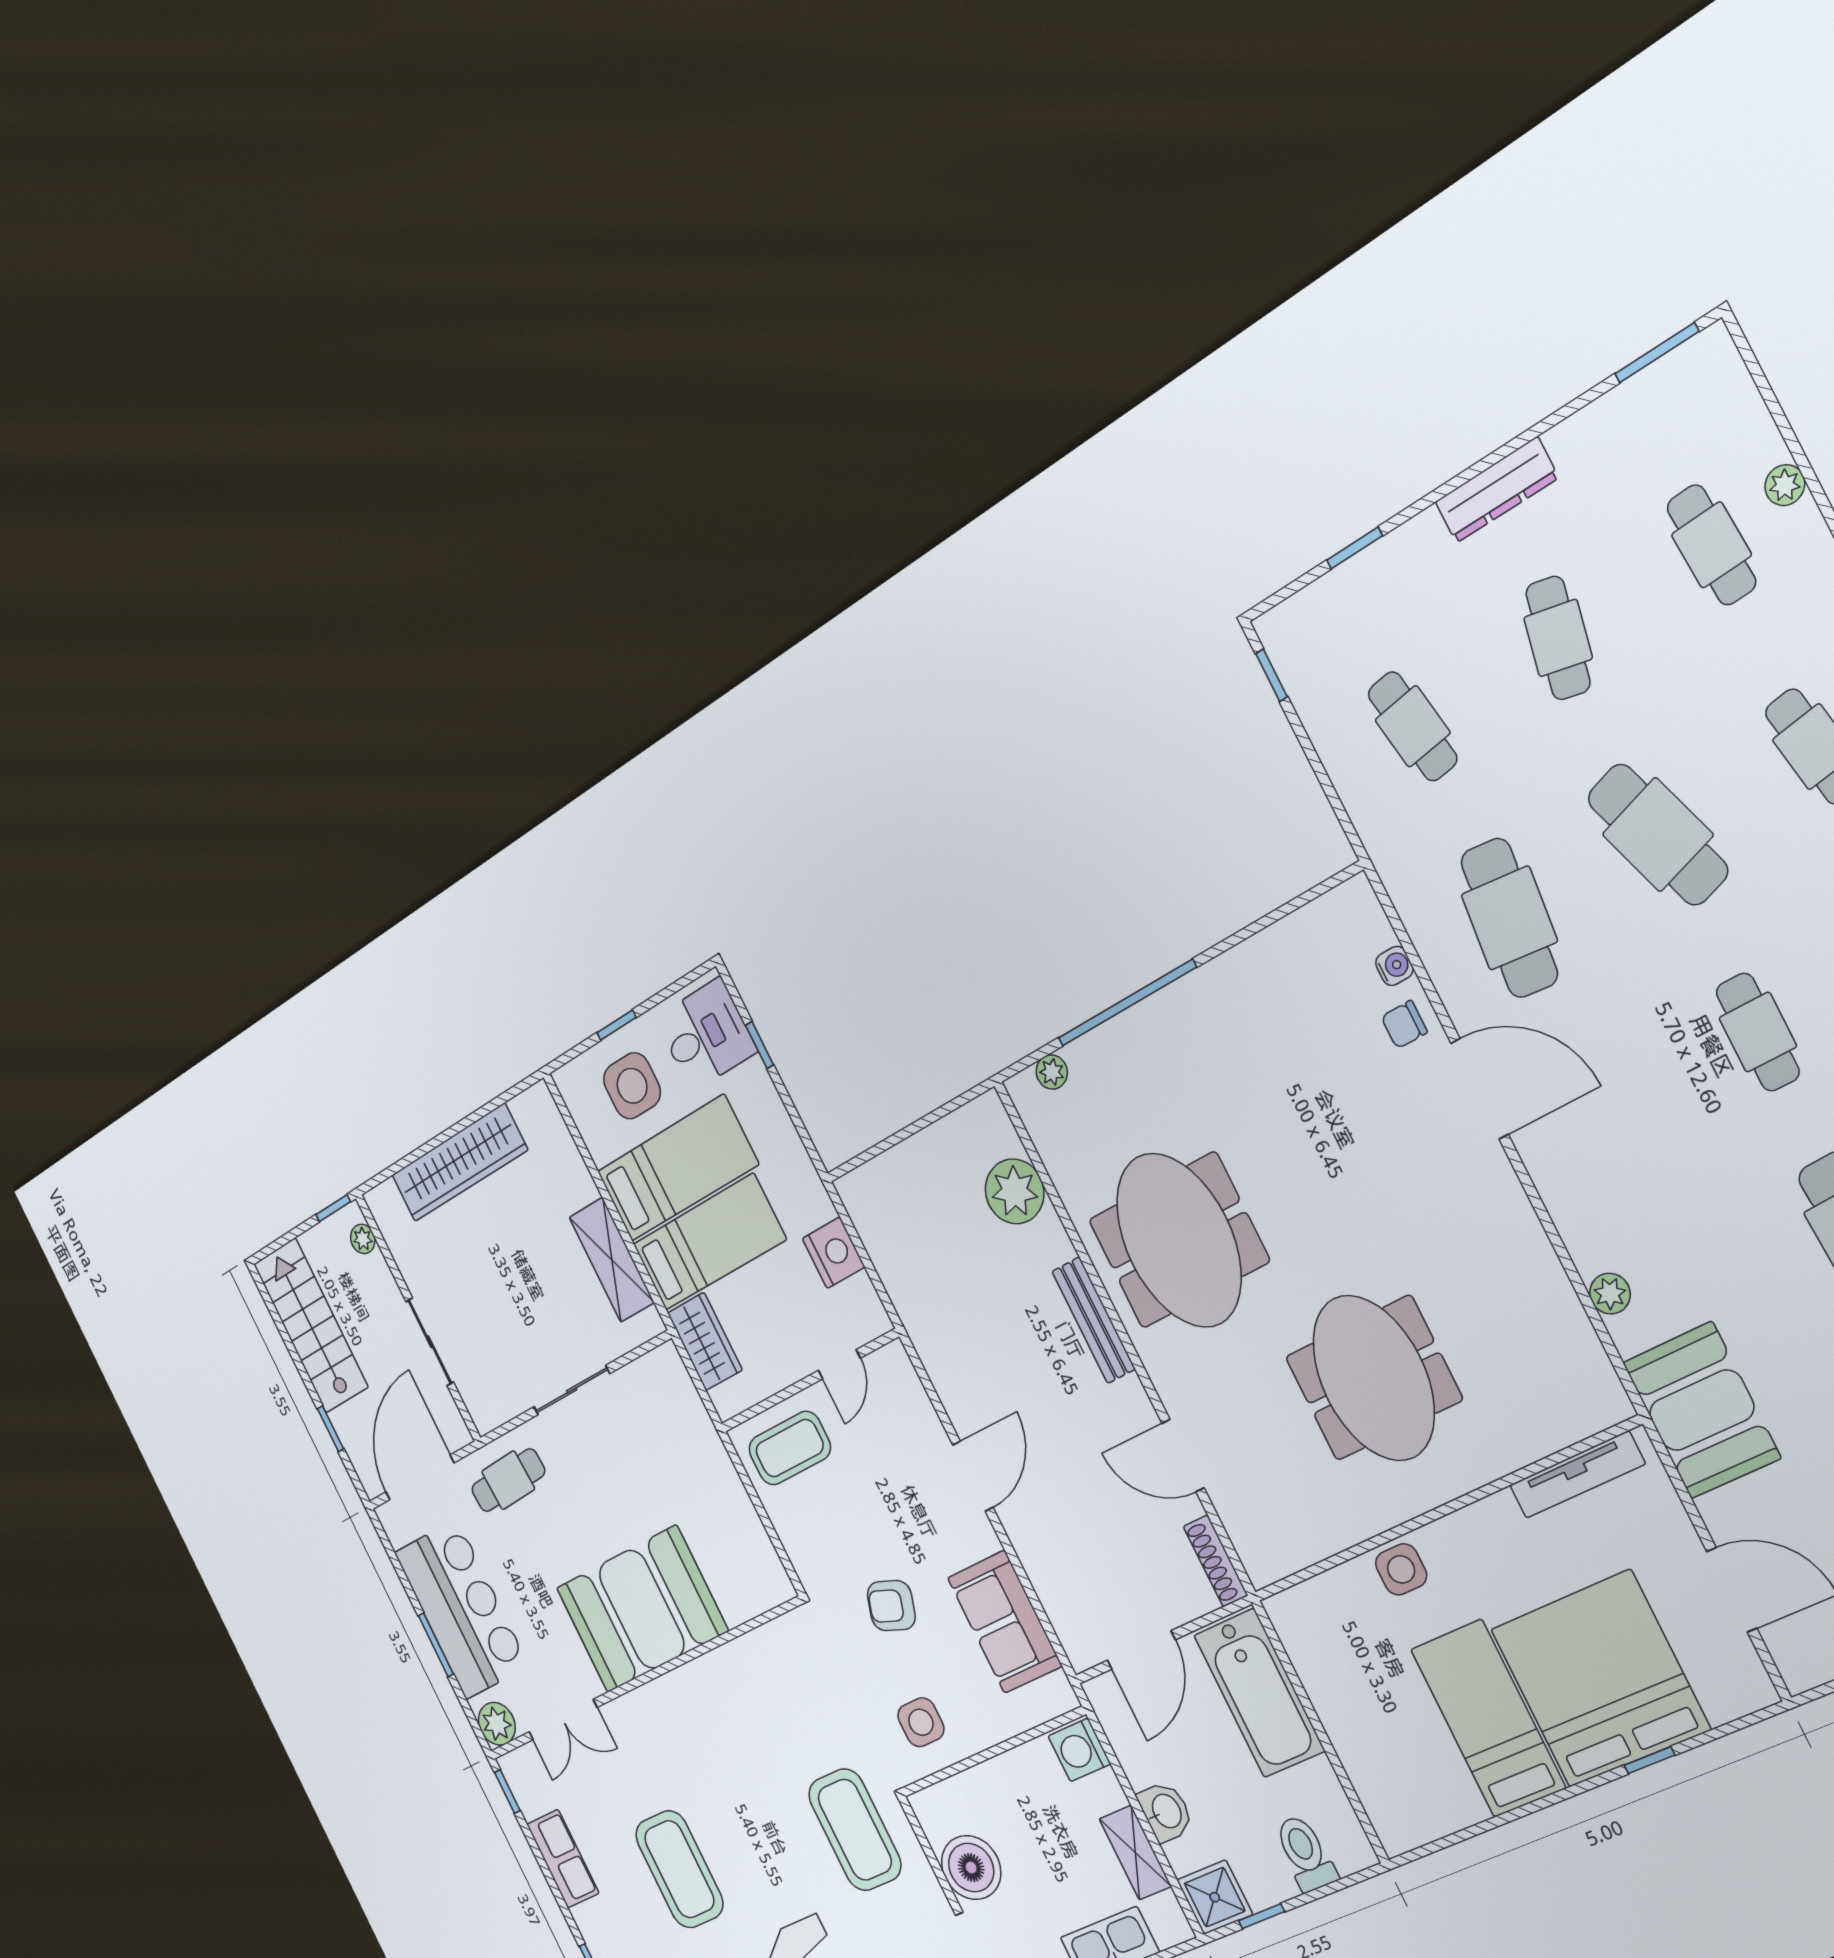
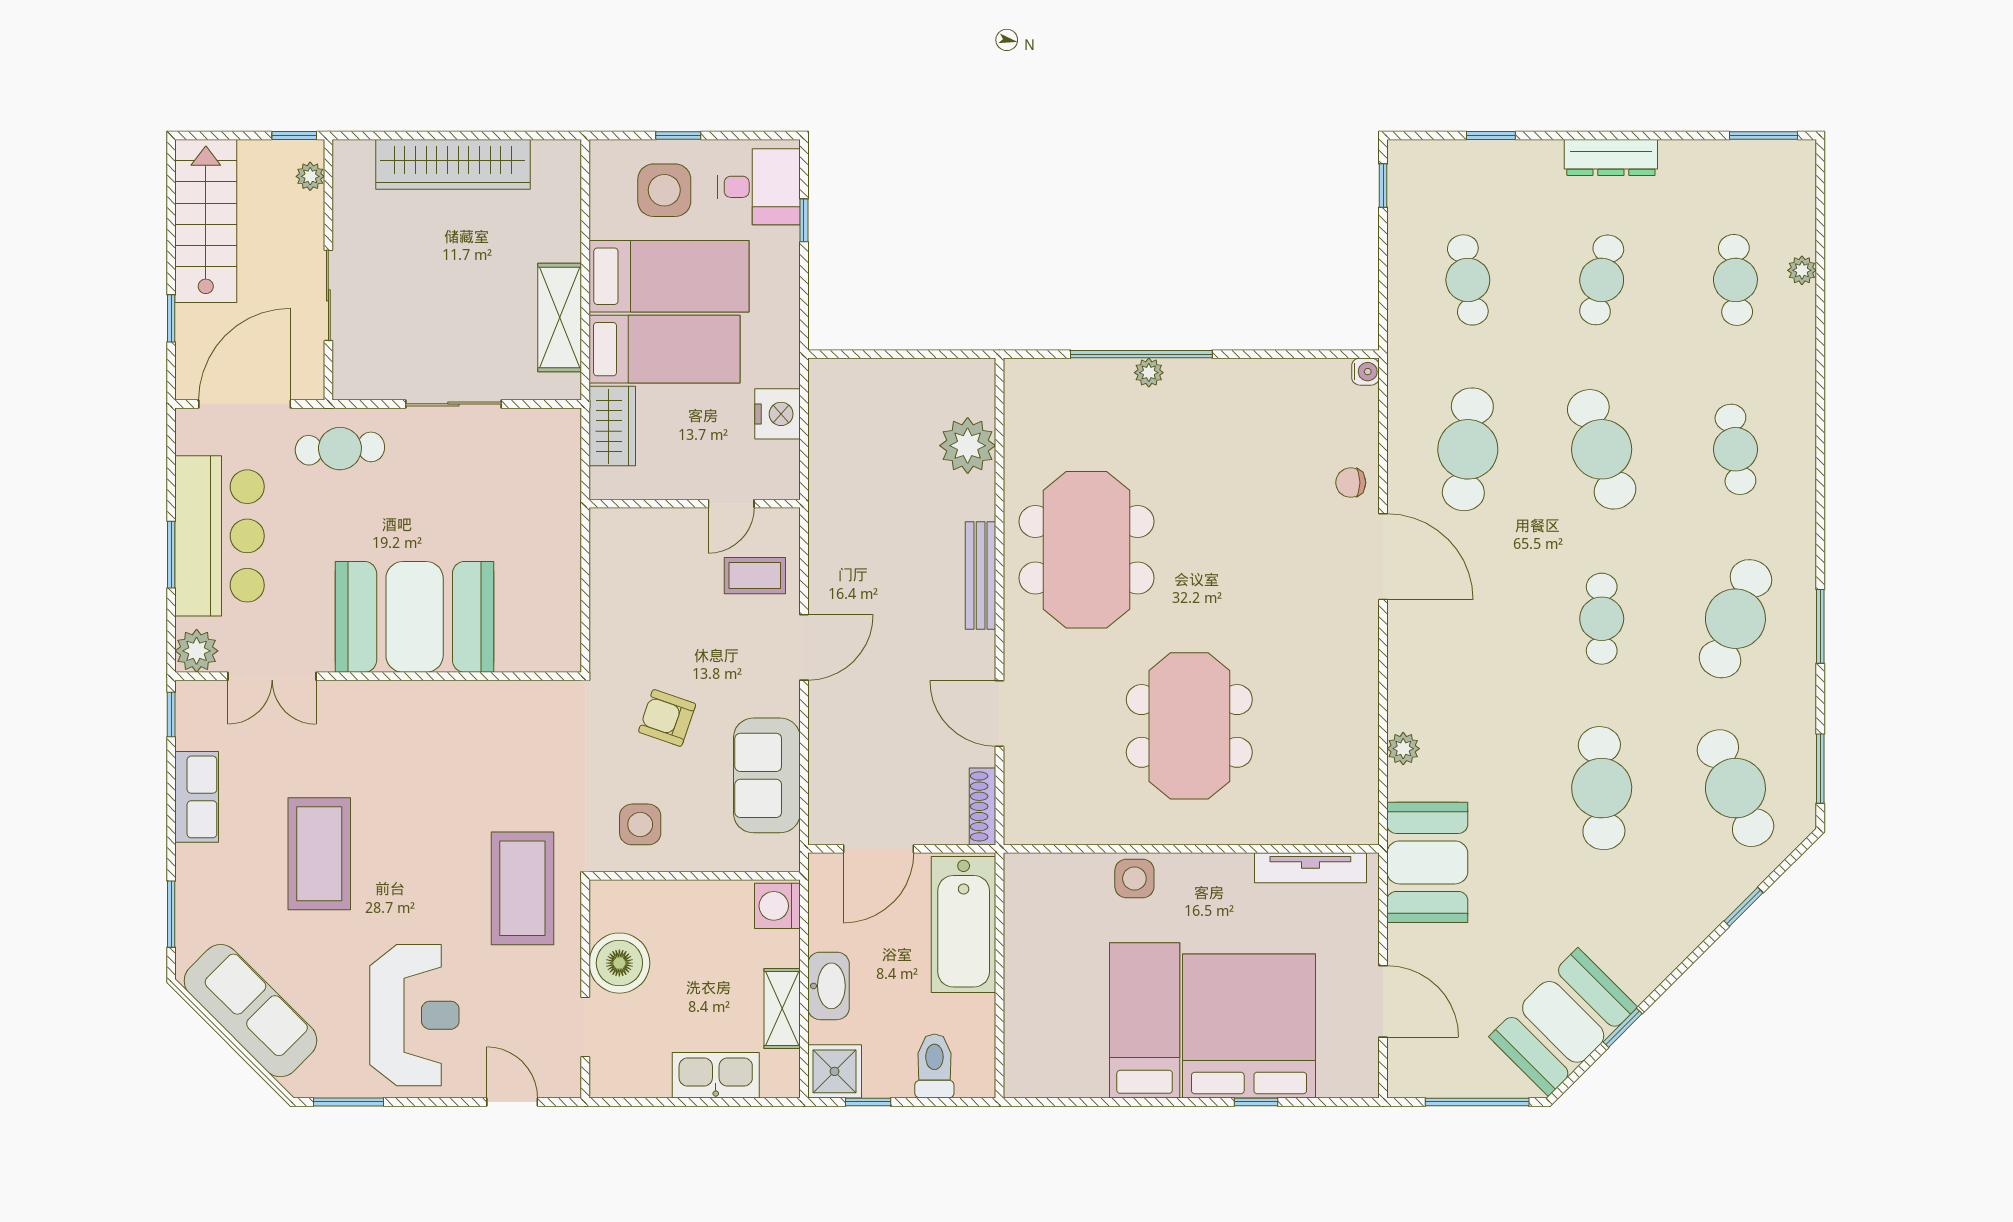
water cooler: (1394, 966) -> (1366, 372), moved
plant: (1052, 1072) -> (1149, 373), moved
coffee table: (790, 1448) -> (755, 576), moved, width x0.73, depth x0.77
washbasin: (1166, 1812) -> (828, 986), width x1.38

